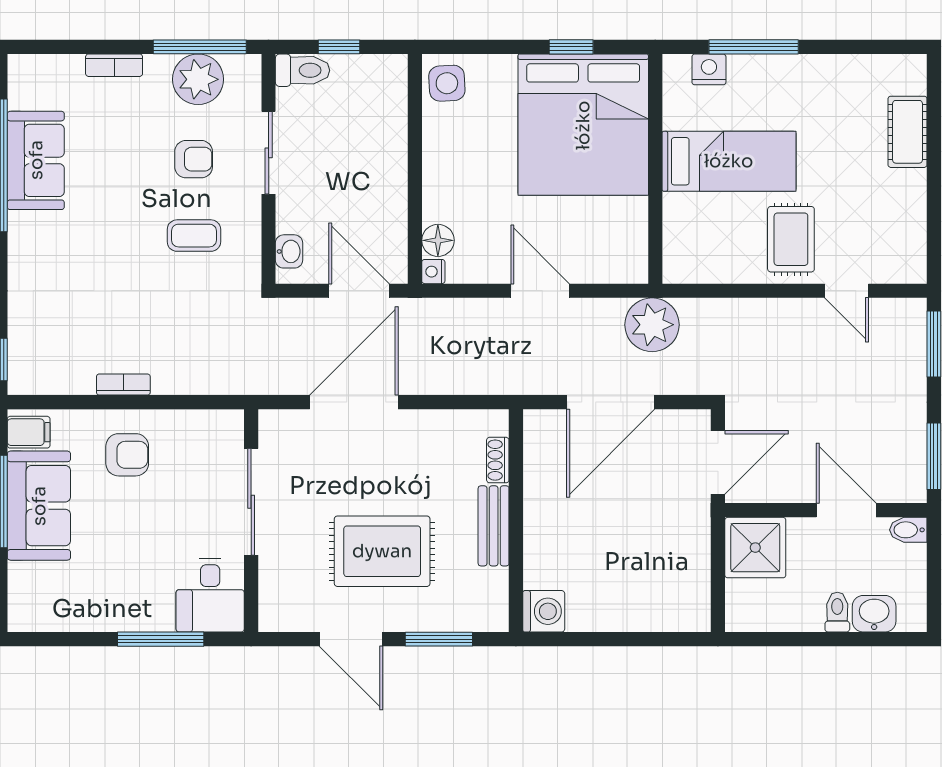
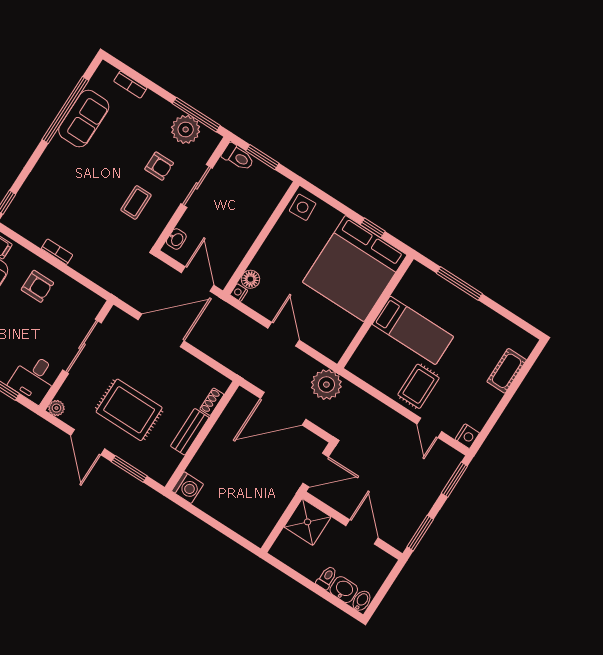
window: (339, 47) -> (262, 157), width x1.50
bookcase: (114, 65) -> (130, 85), moved
nightstand: (709, 69) -> (467, 436), moved, turned 90
coffee table: (194, 236) -> (136, 202), turned 90
bidet: (908, 530) -> (362, 601), moved, turned 90
plant: (272, 618) -> (56, 408), added

